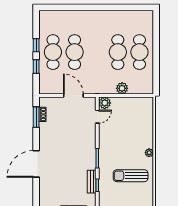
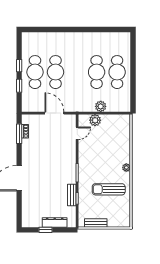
plant: (105, 103) -> (95, 120), moved

